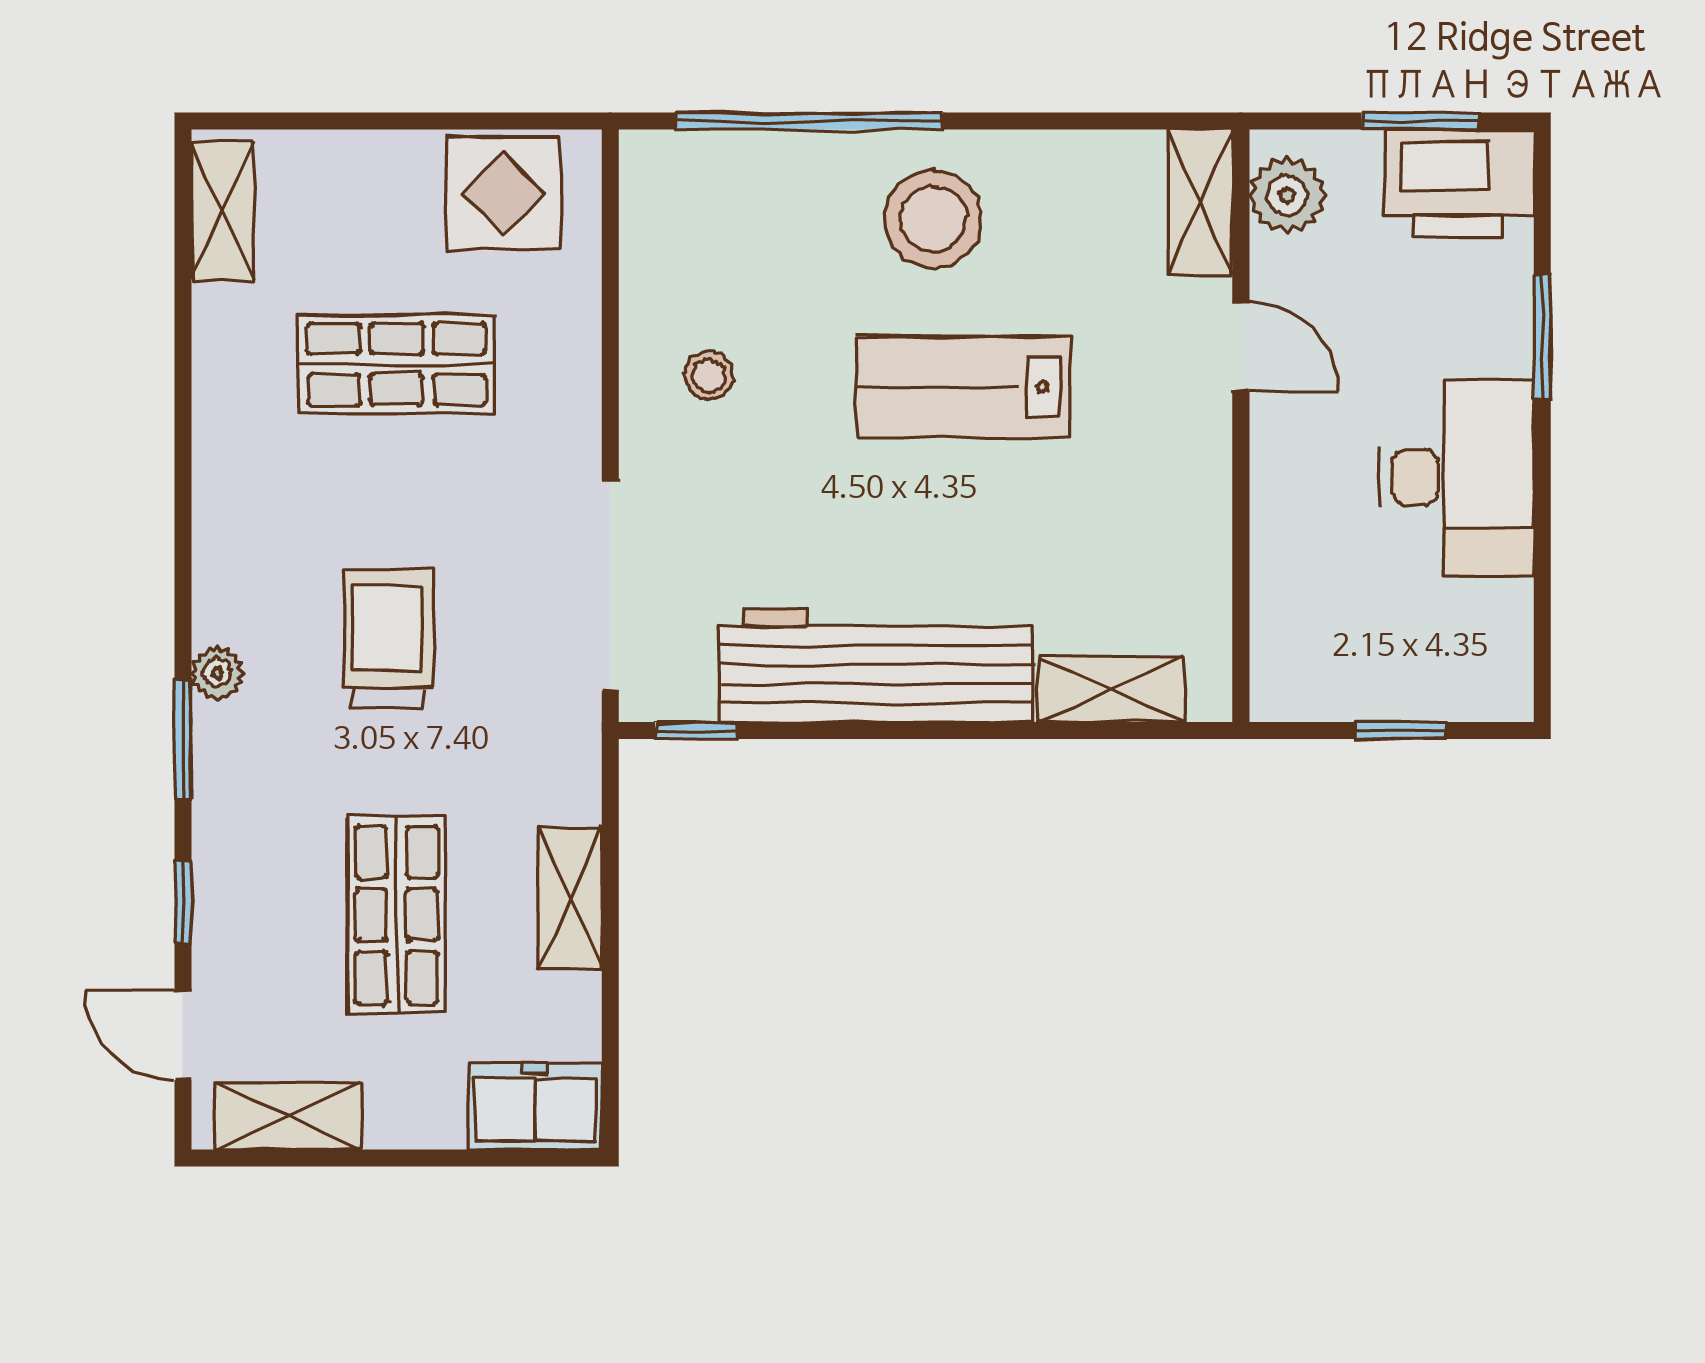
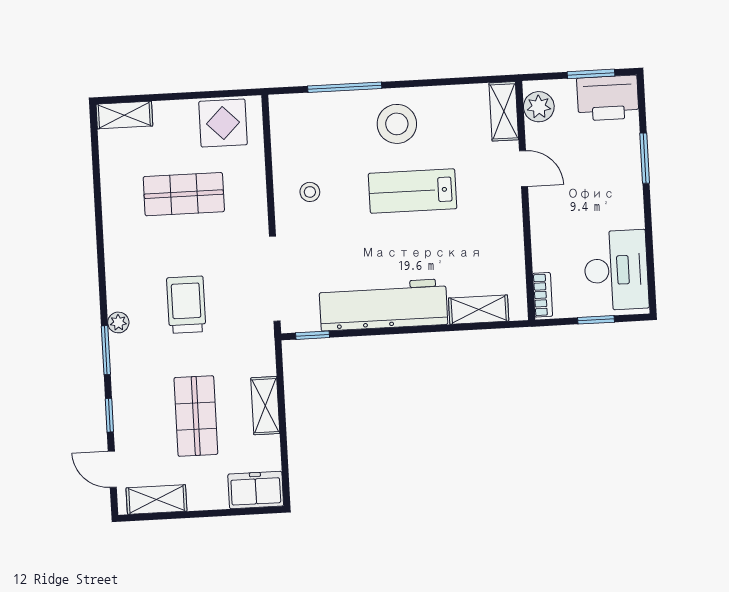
window: (809, 121) -> (345, 87), width x0.68
shelving: (222, 211) -> (124, 115), moved, turned 90
desk: (1457, 477) -> (616, 270), moved
bookcase: (1271, 661) -> (543, 295), added

